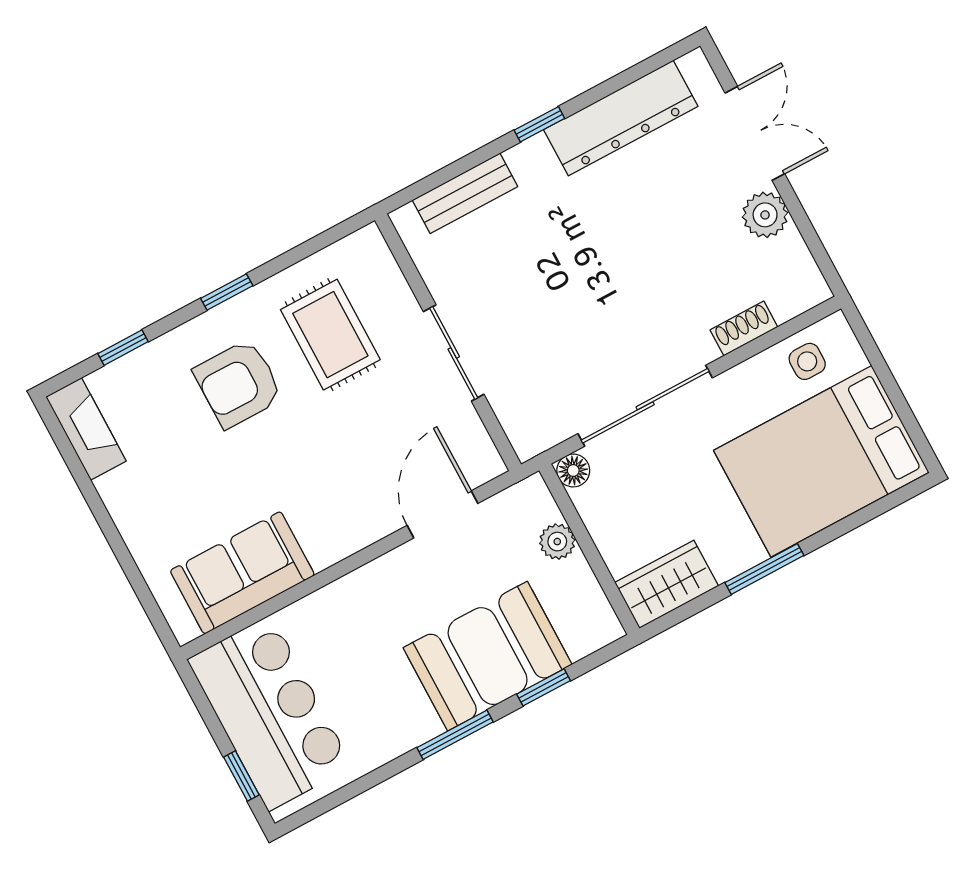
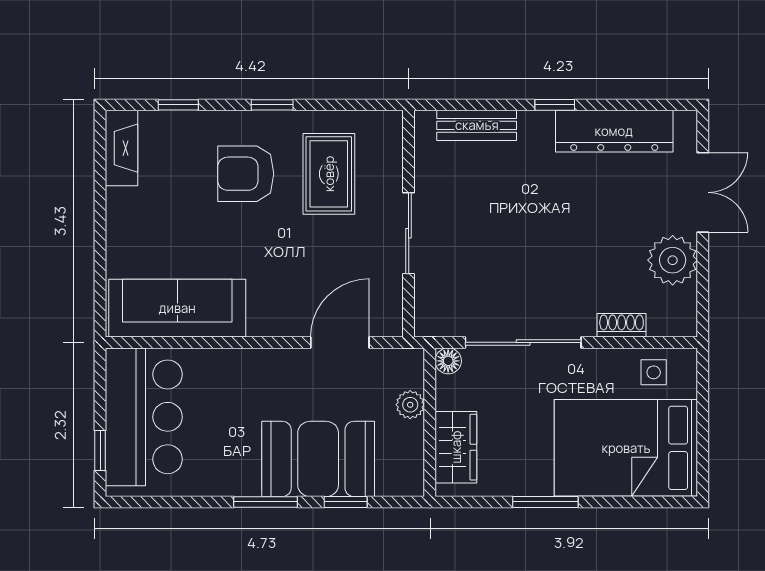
plant: (765, 215) -> (673, 260), width x1.36, depth x1.36
sofa: (242, 573) -> (177, 308), width x1.36
wardrobe: (667, 584) -> (456, 447), moved, turned 90

